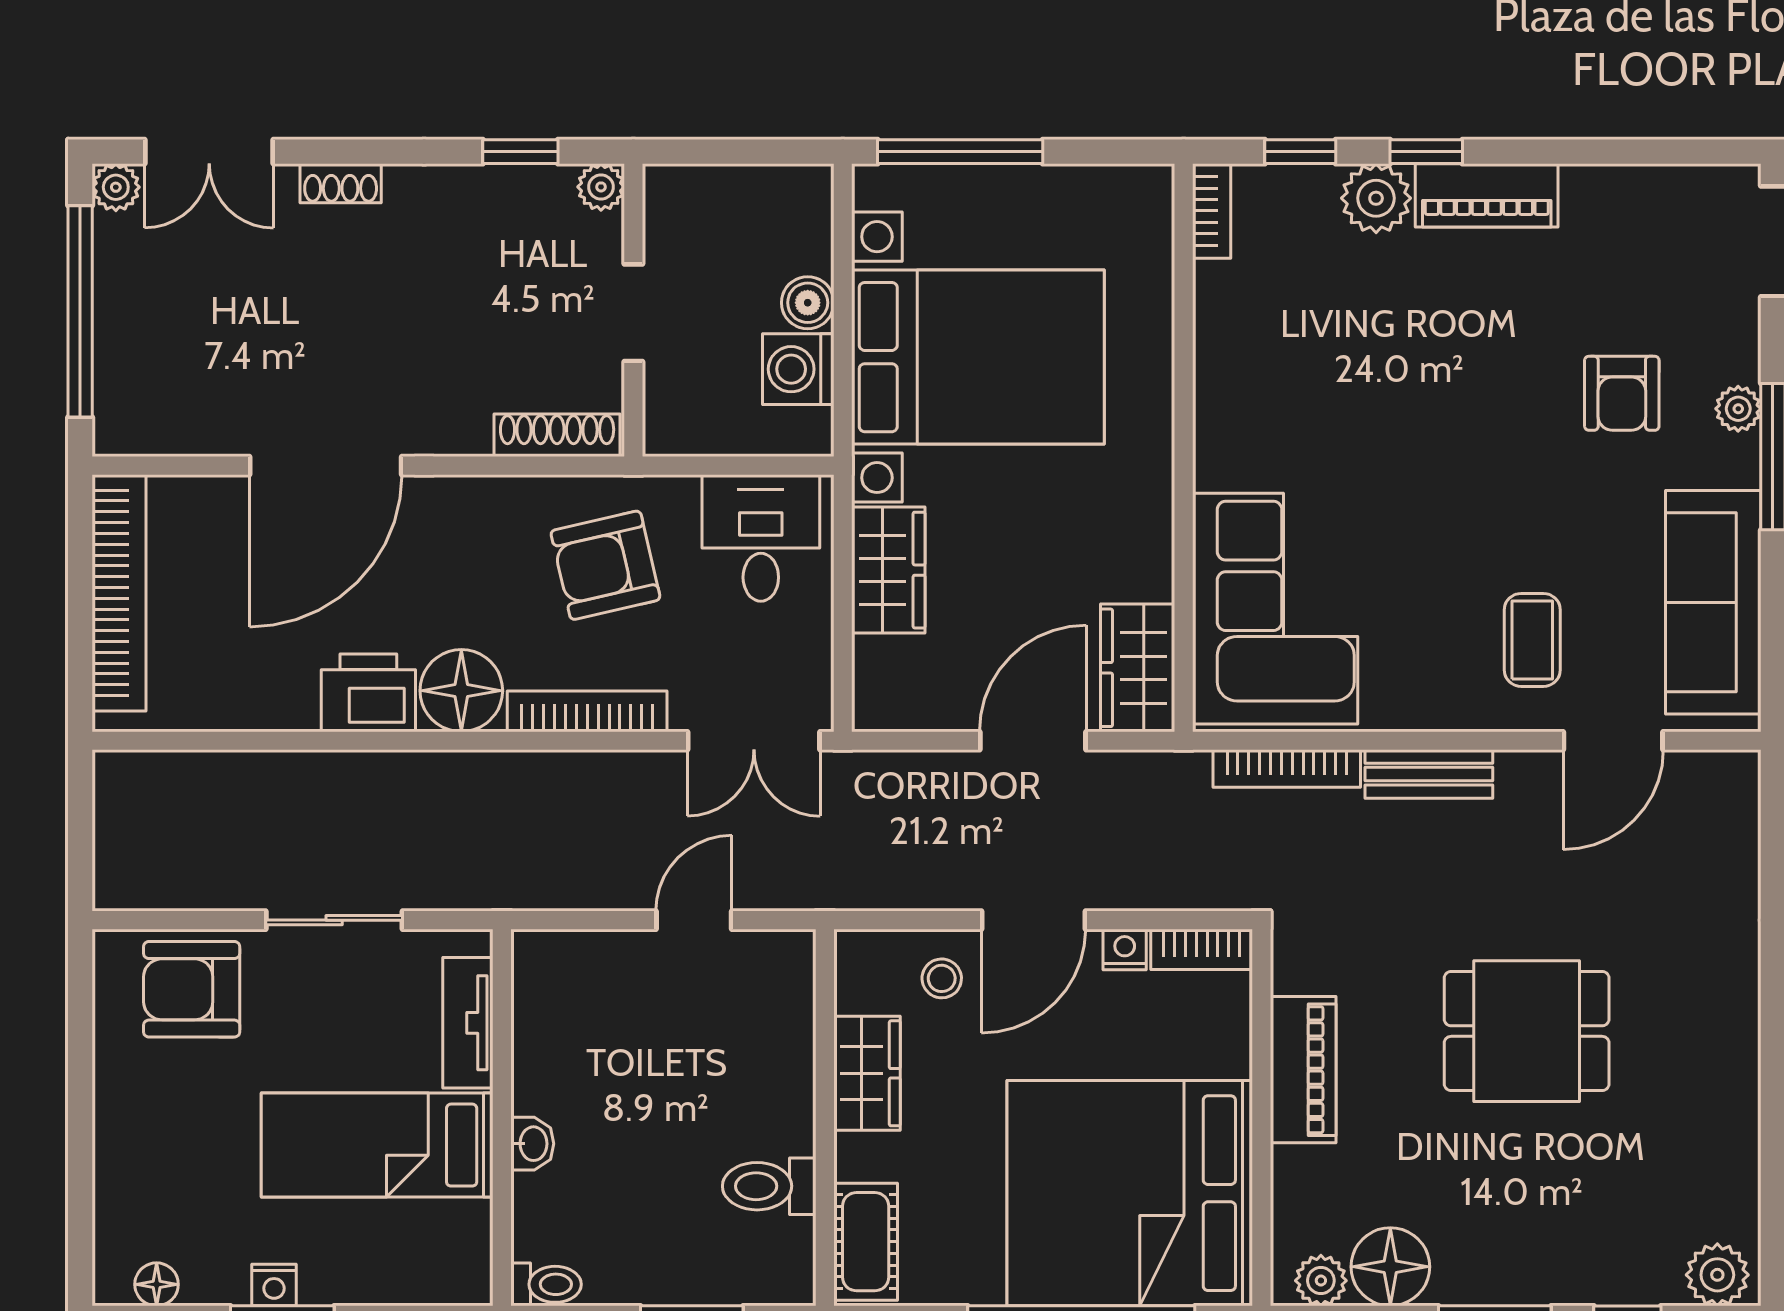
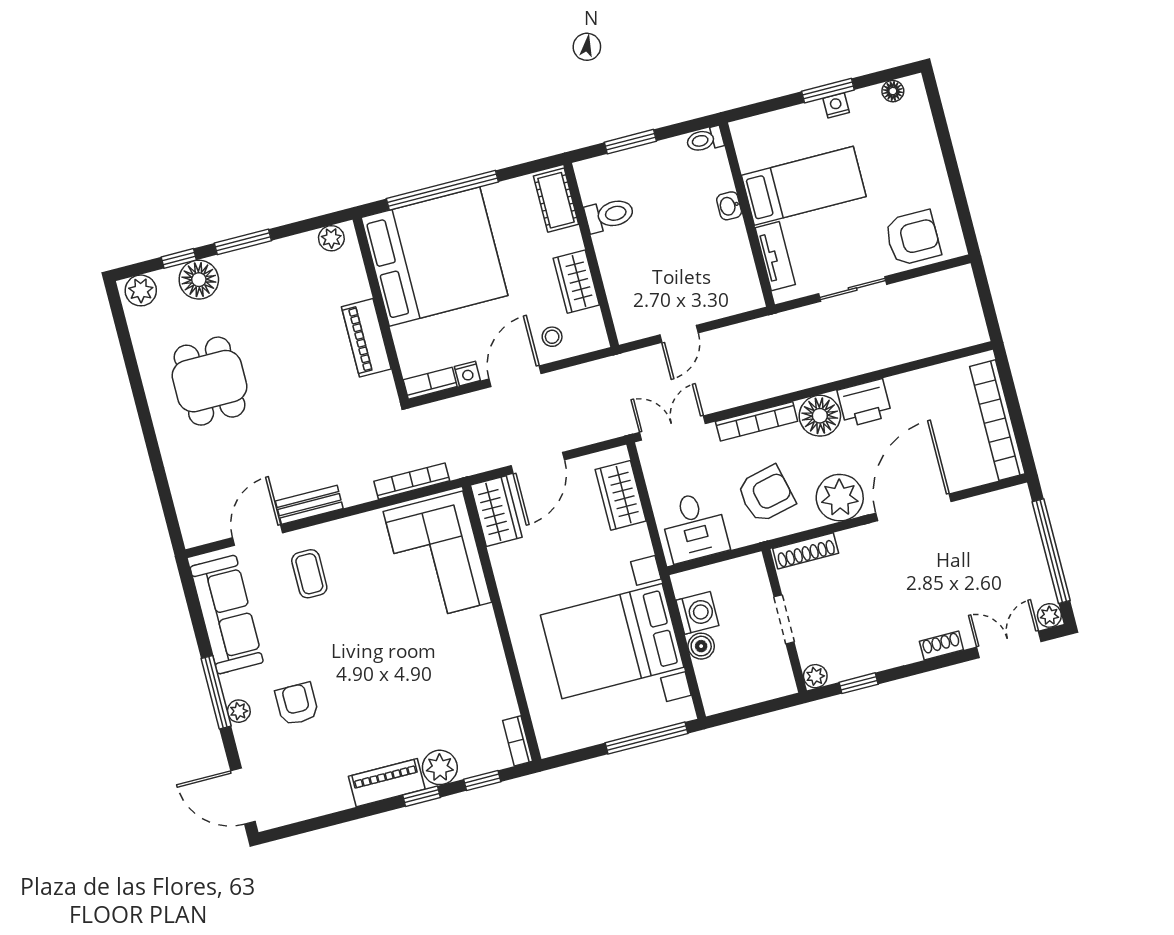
plant: (464, 521) -> (840, 498), added
wardrobe: (888, 570) -> (621, 495), moved
bench: (1429, 774) -> (309, 505), moved
dining table: (1527, 1031) -> (210, 381), moved, turned 90
floor lamp: (1390, 1267) -> (199, 280), moved

